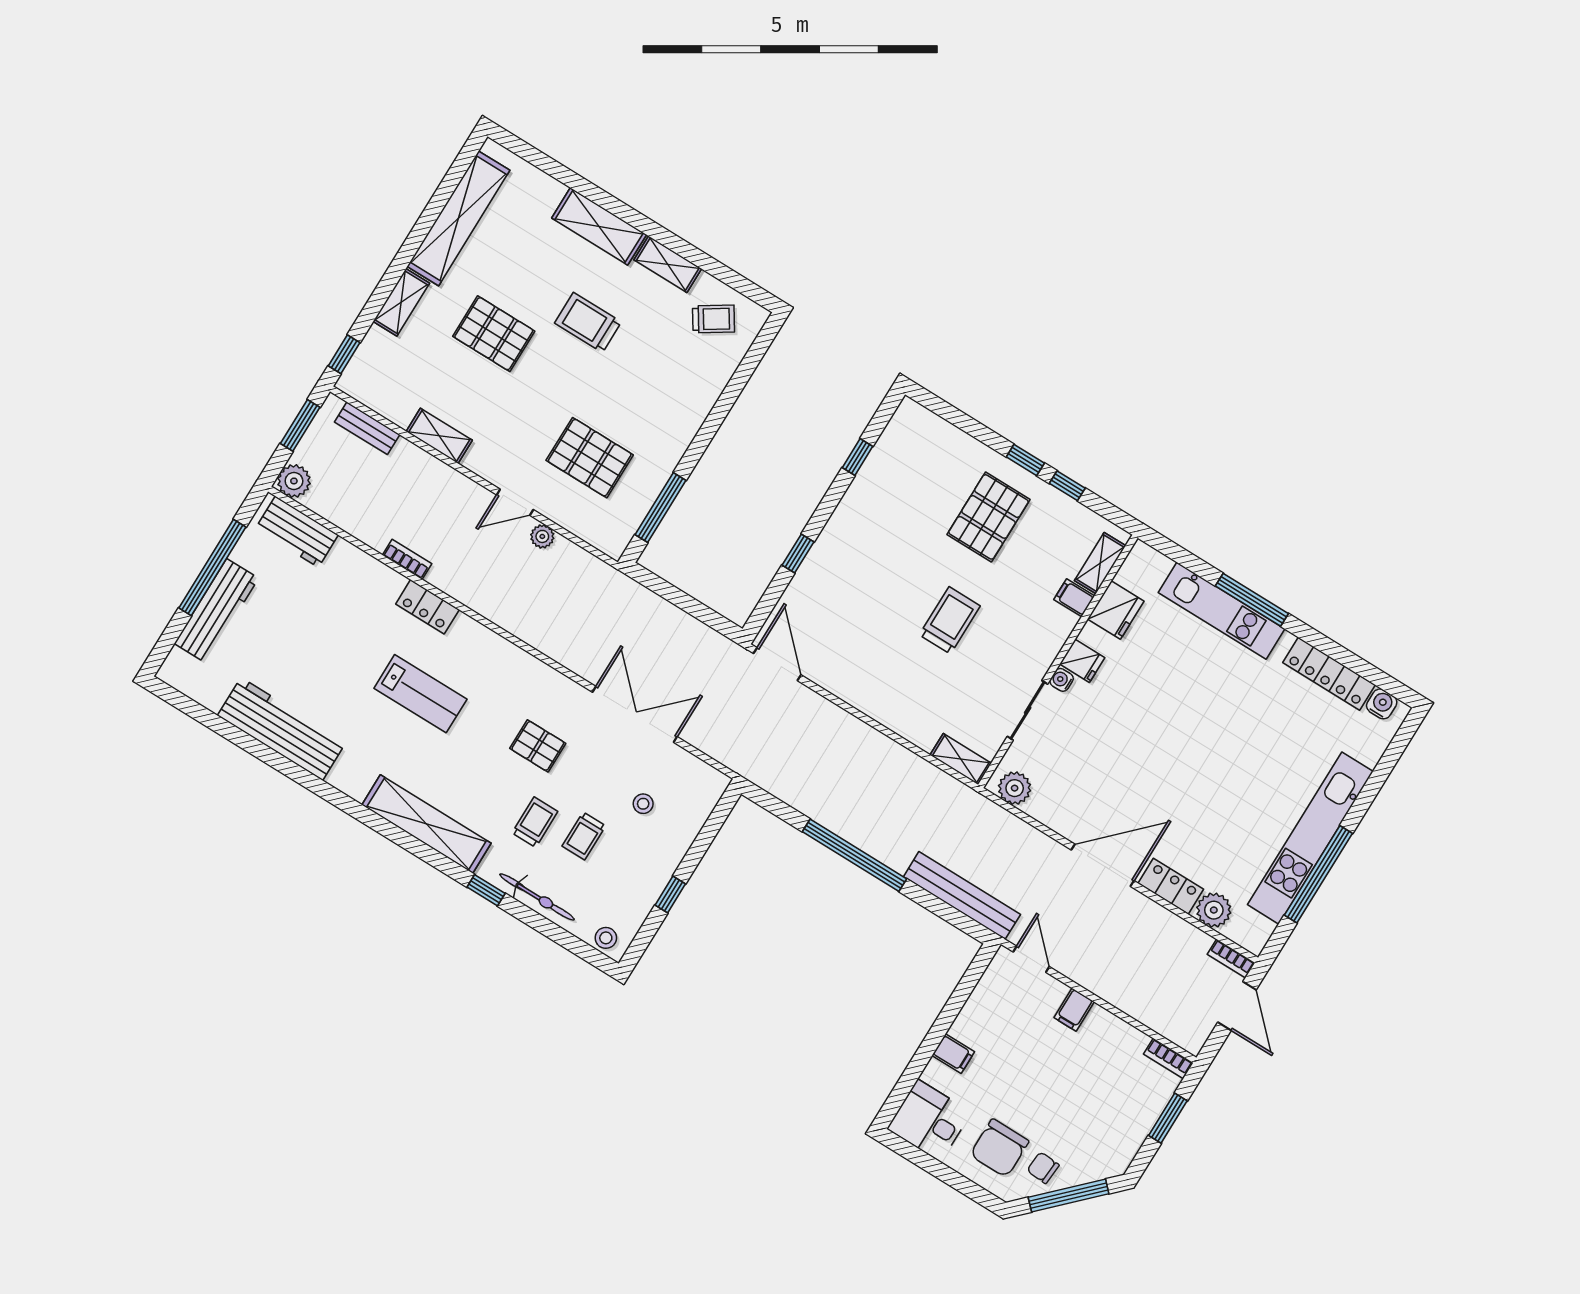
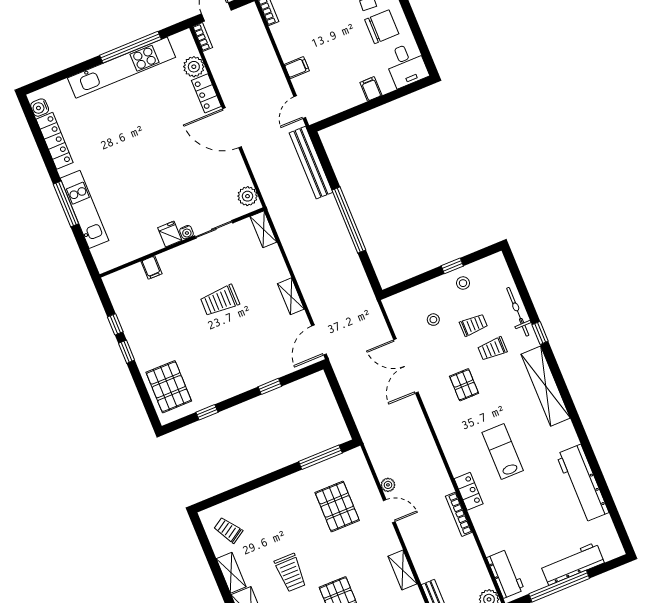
pallet: (988, 517) -> (169, 387), moved, turned 90
bookcase: (407, 559) -> (459, 514), width x1.56
shelving: (1100, 563) -> (291, 296), moved, turned 90
fridge: (1116, 610) -> (136, 247), removed
stool: (606, 938) -> (463, 283), moved

